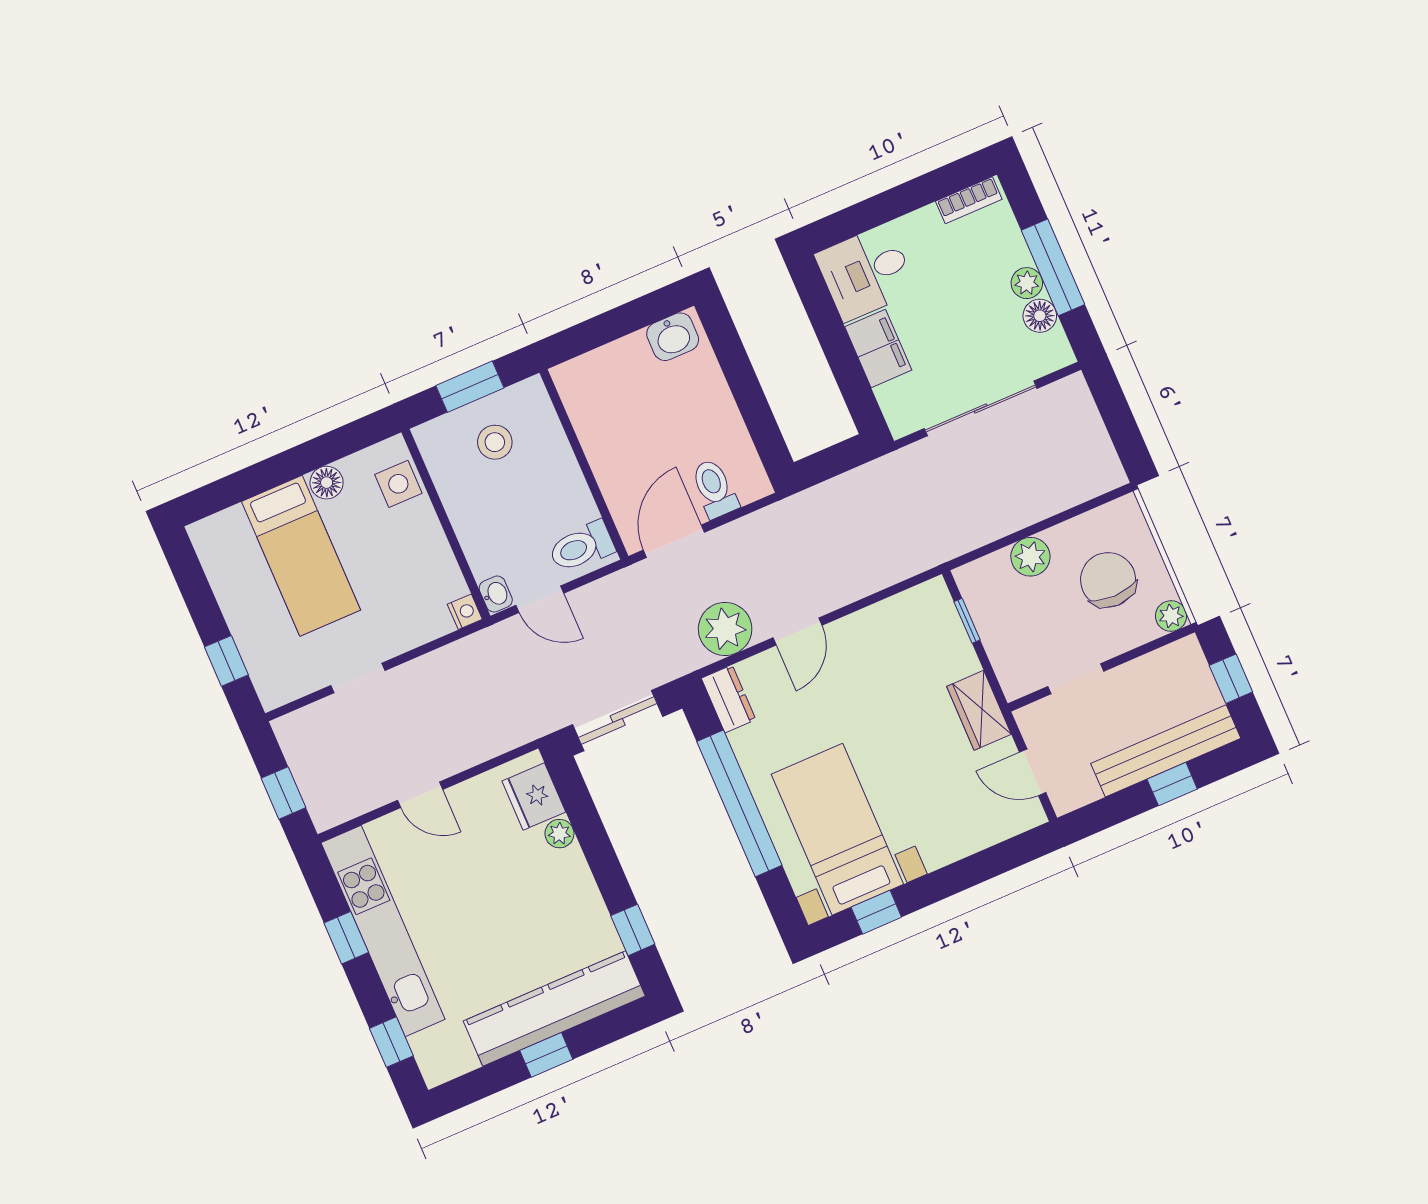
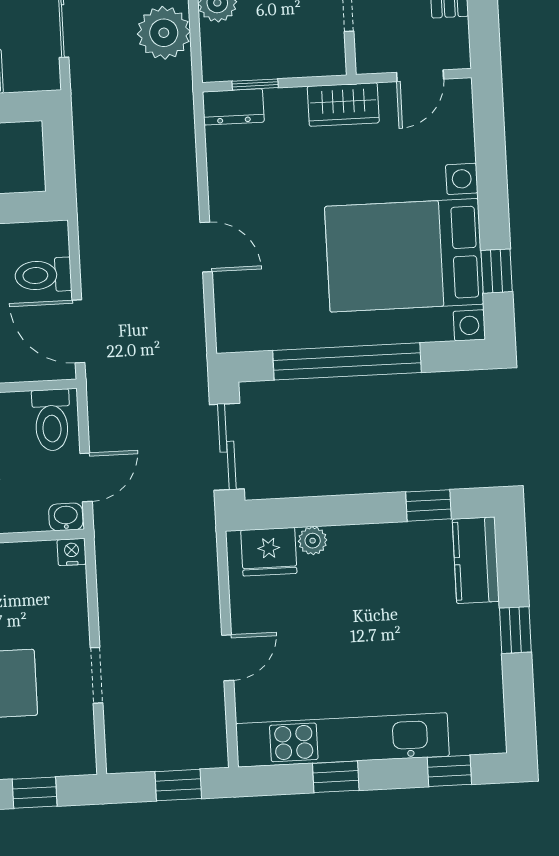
plant: (725, 629) -> (164, 33), moved
dresser: (729, 699) -> (233, 107), moved, turned 180
bed with nightstands: (837, 829) -> (404, 255), width x1.36
kitchen counter: (554, 1008) -> (476, 560), width x0.48, depth x0.86

